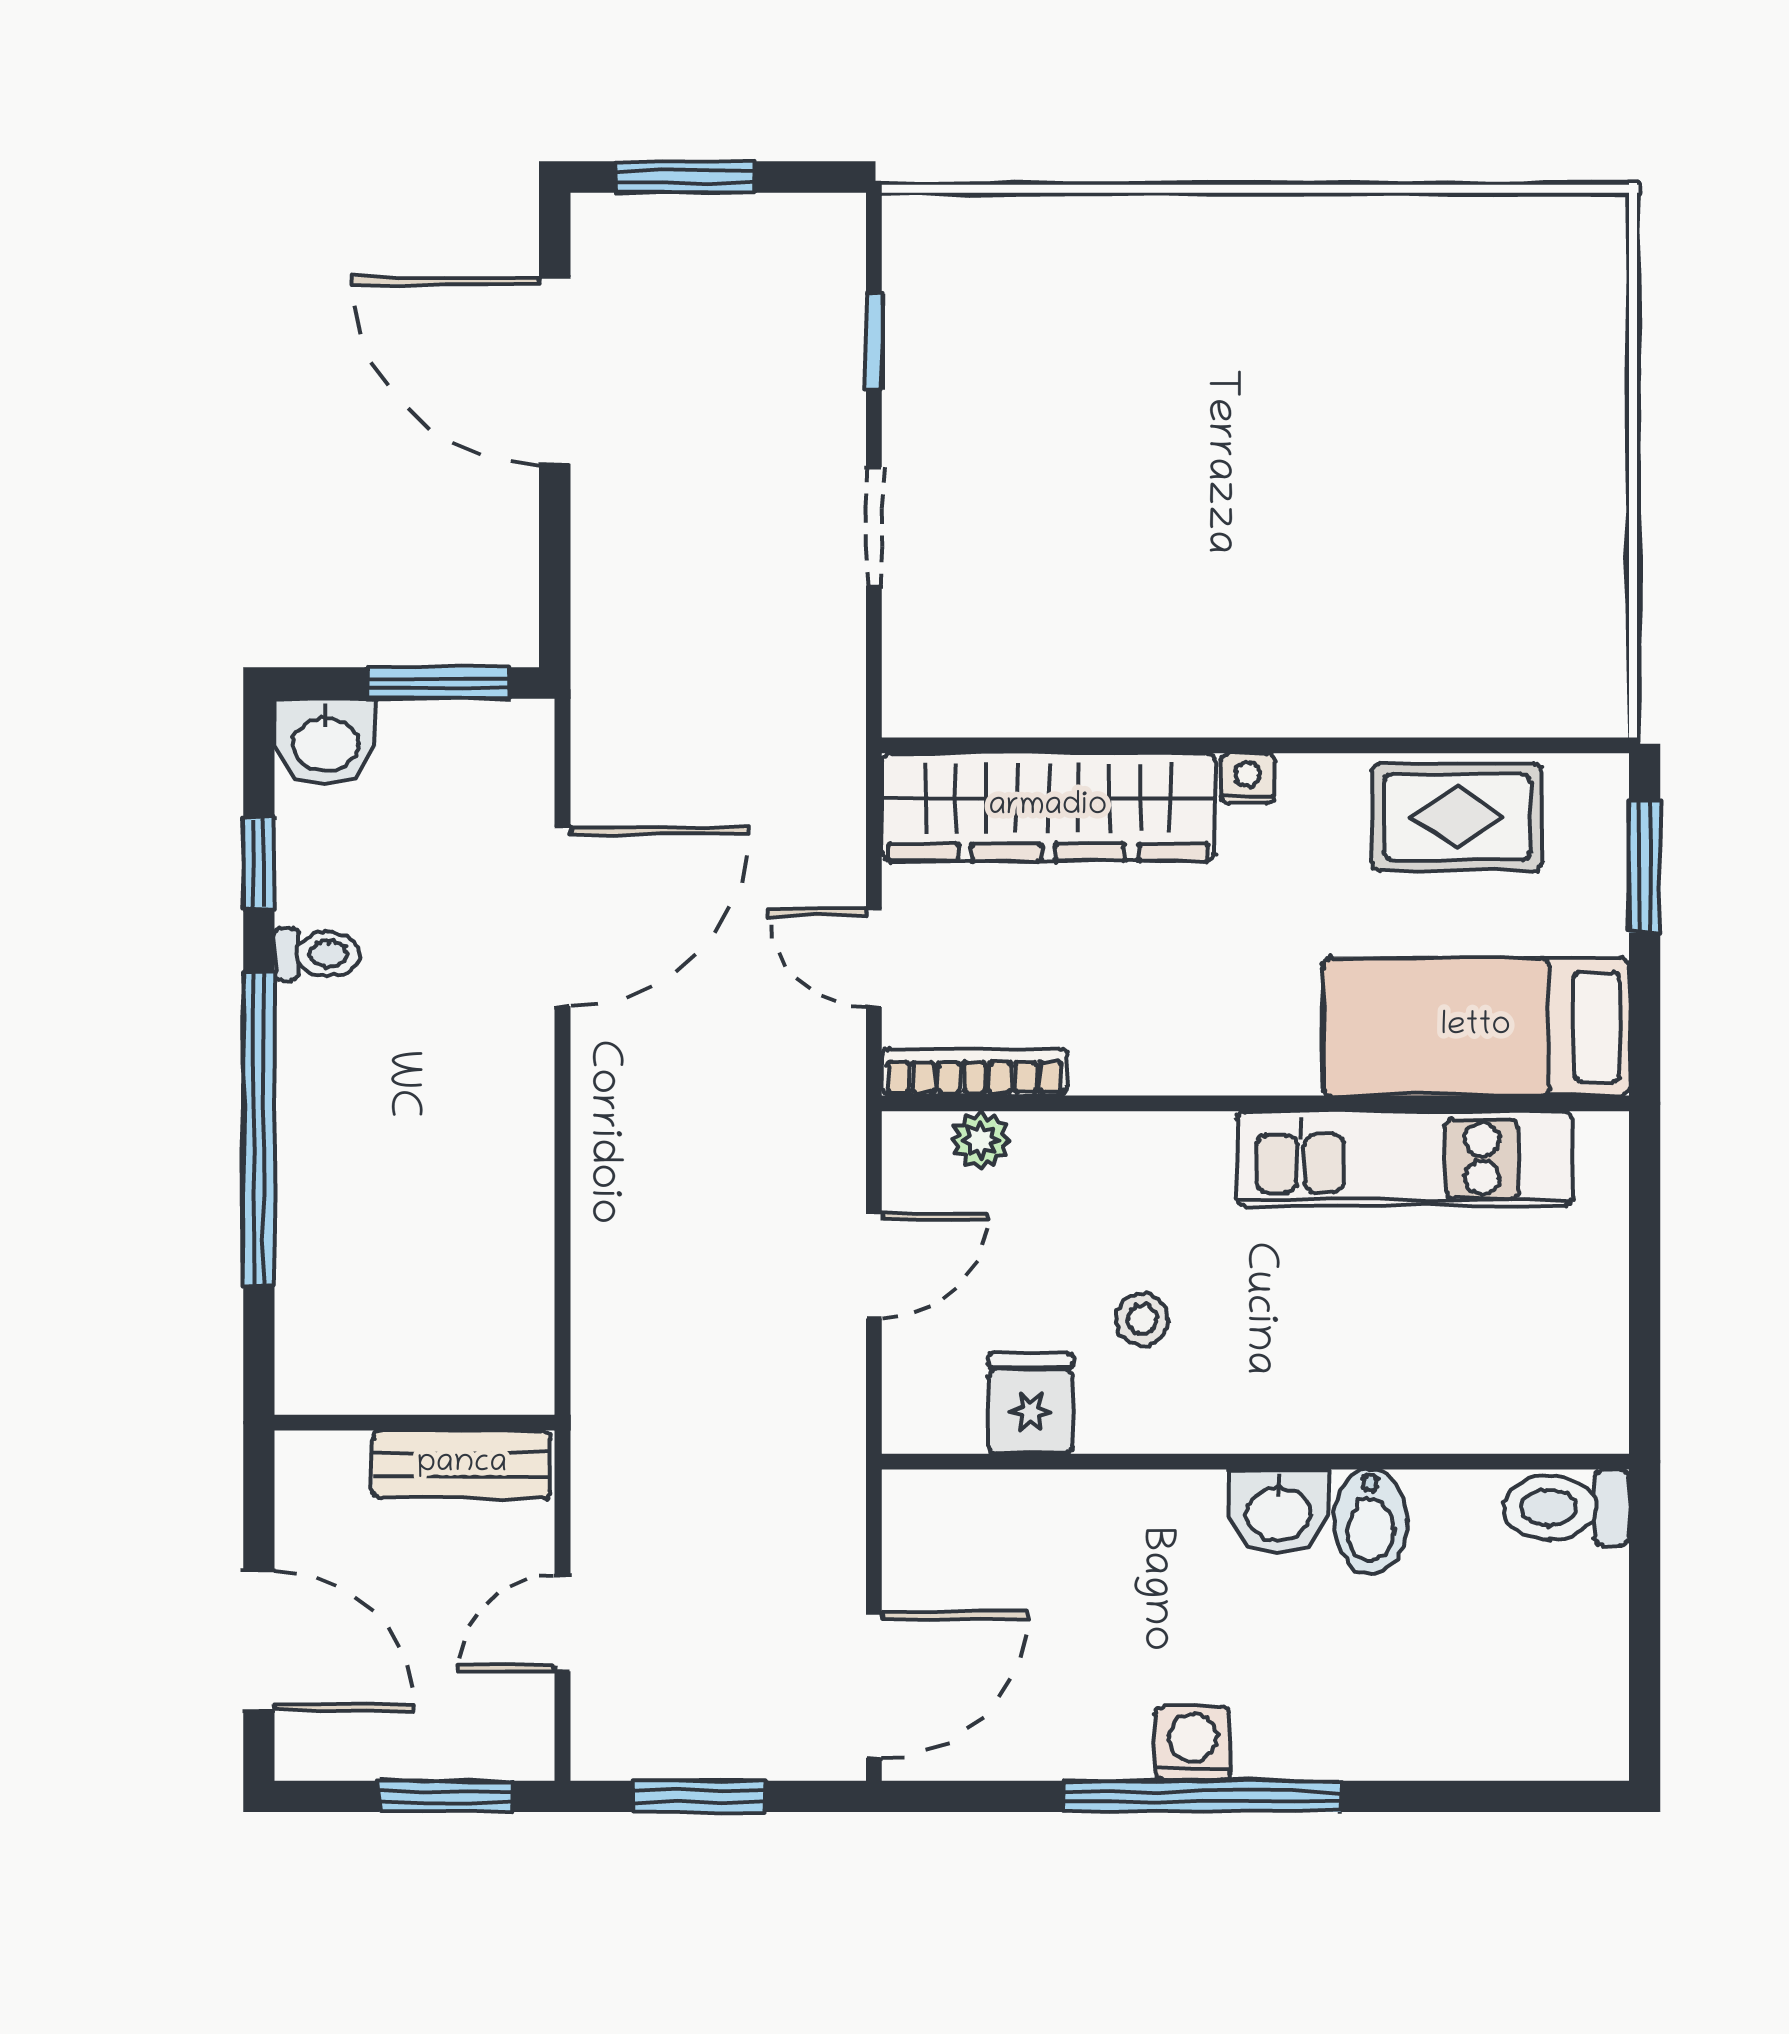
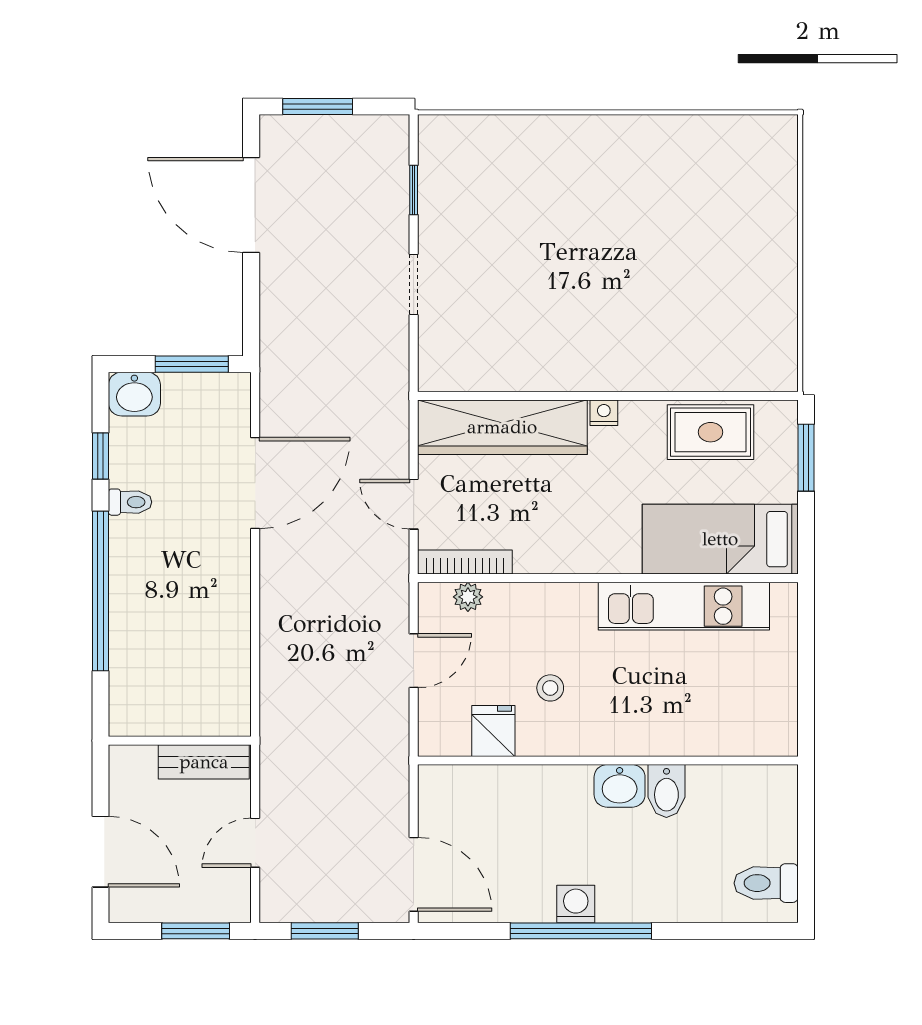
toilet: (1566, 1508) -> (766, 883), moved
door: (874, 1685) -> (414, 874), hinge flipped

